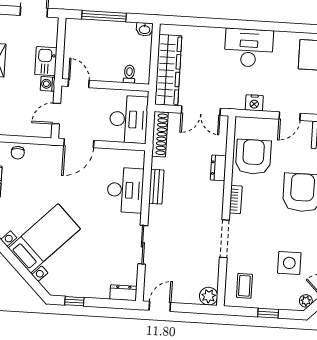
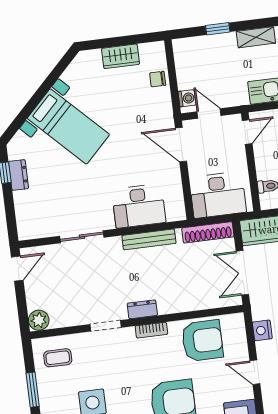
washing machine: (48, 84) -> (187, 98), moved, turned 90
dresser: (218, 168) -> (142, 309), moved
bench: (156, 187) -> (149, 239), width x1.36
doorway: (224, 239) -> (106, 326), width x0.73
dresser: (123, 293) -> (19, 175), moved
door: (160, 306) -> (17, 269), hinge flipped
window: (268, 313) -> (33, 390), width x1.50

